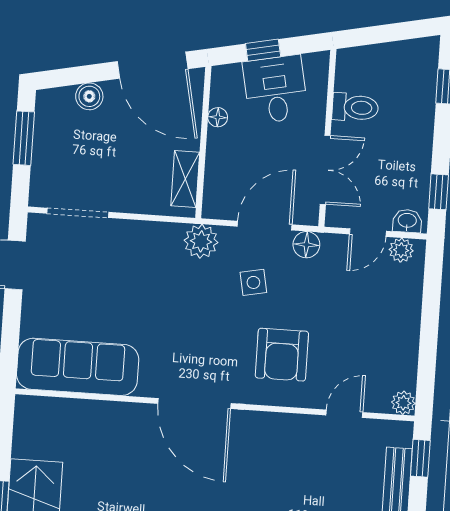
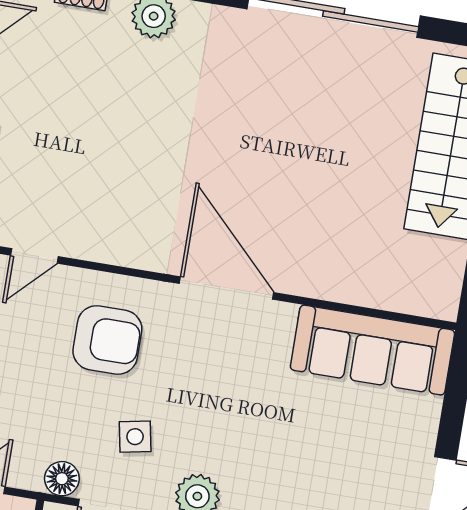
armchair: (282, 355) -> (107, 340), turned 90

